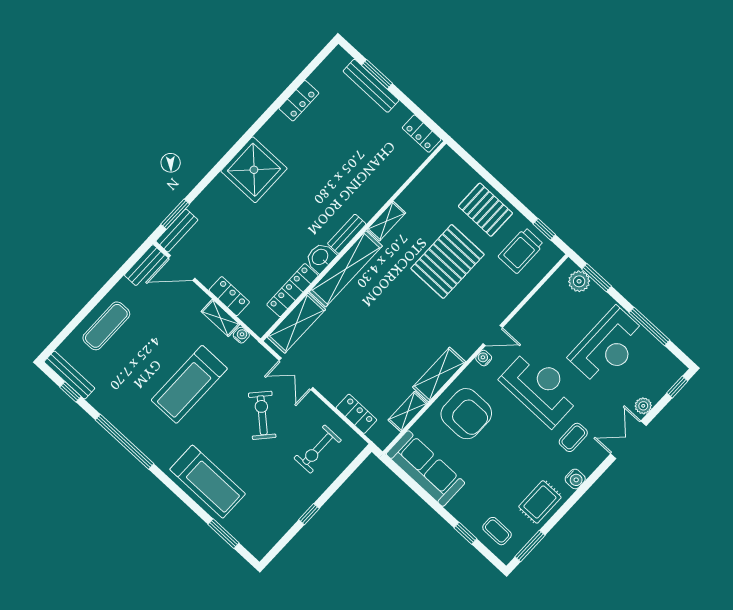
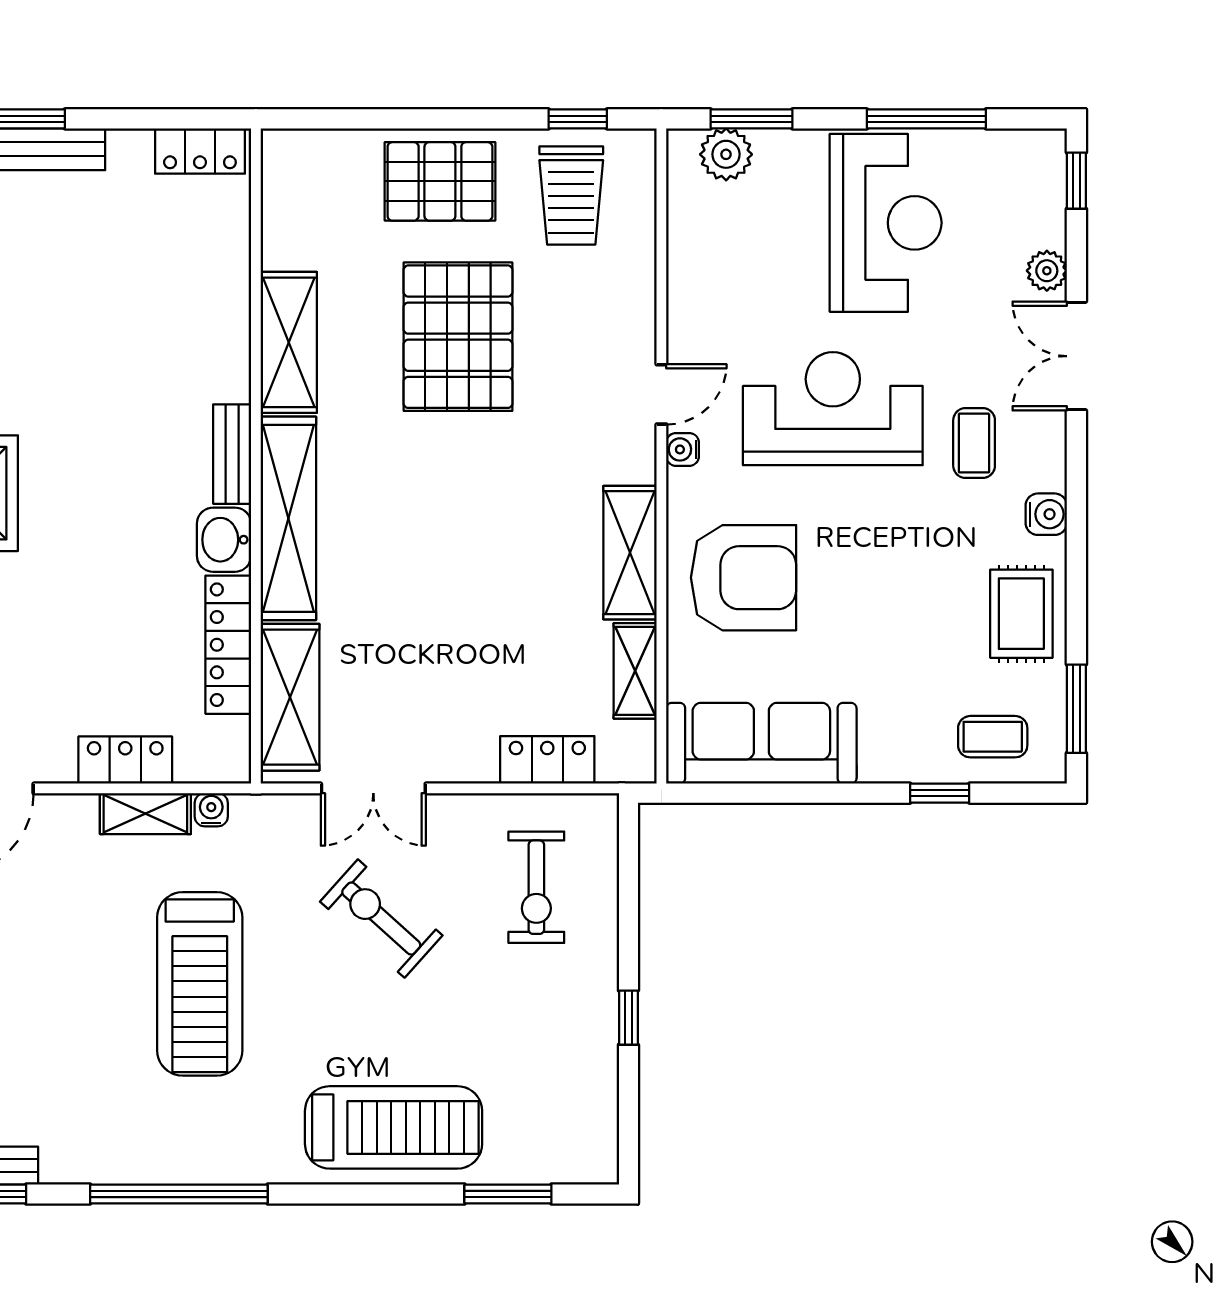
shelving: (386, 221) -> (289, 342), width x1.50, depth x1.33

